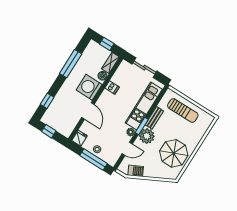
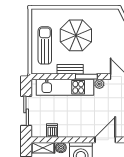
dishwasher: (112, 88) -> (52, 131), moved
plant: (147, 136) -> (93, 65), removed
parasol: (174, 153) -> (76, 35), moved

